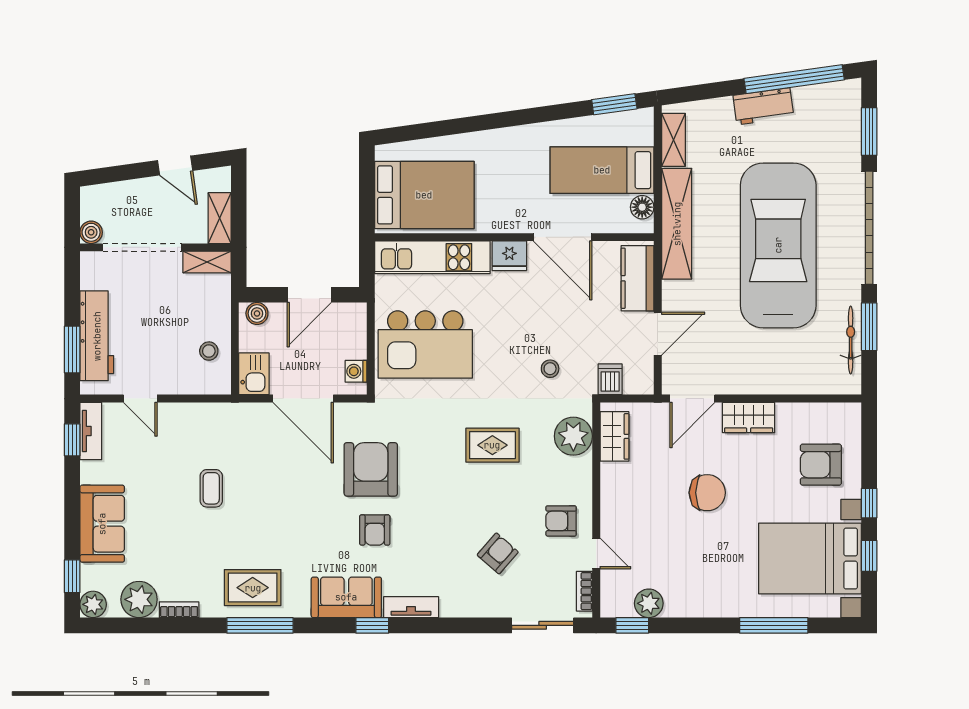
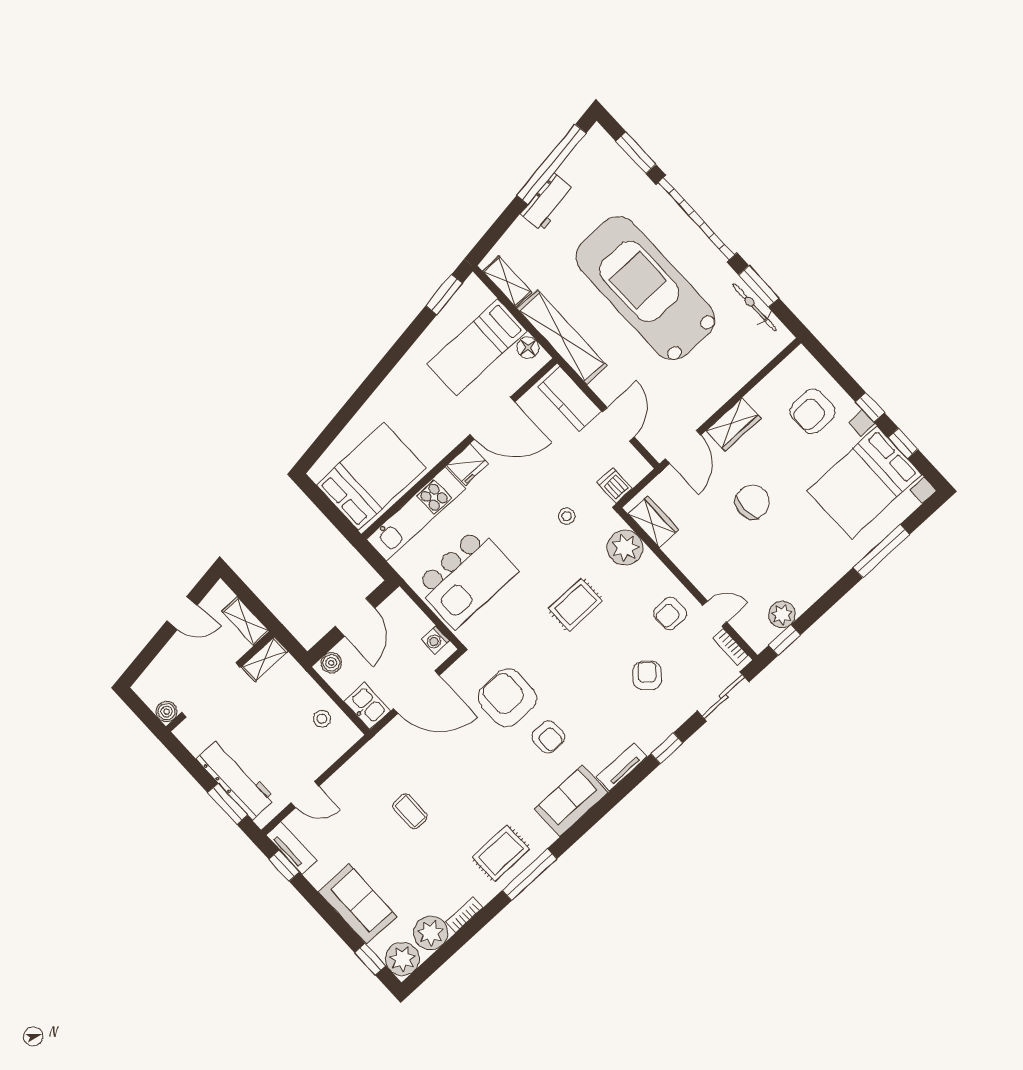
plant: (93, 604) -> (402, 959), width x1.36, depth x1.36
window: (372, 625) -> (667, 748), moved

